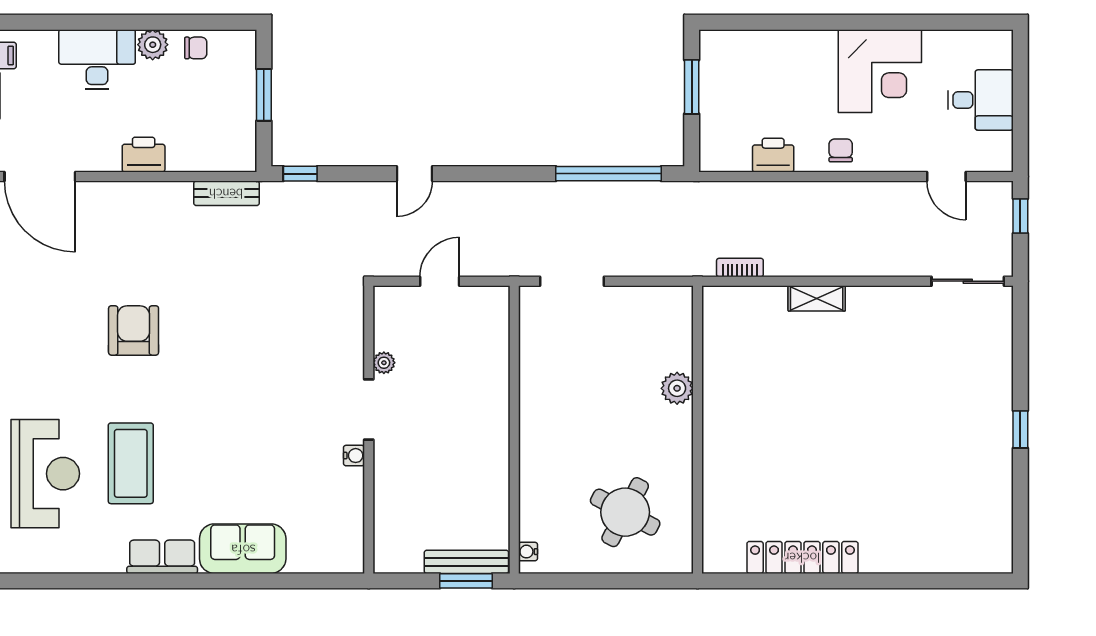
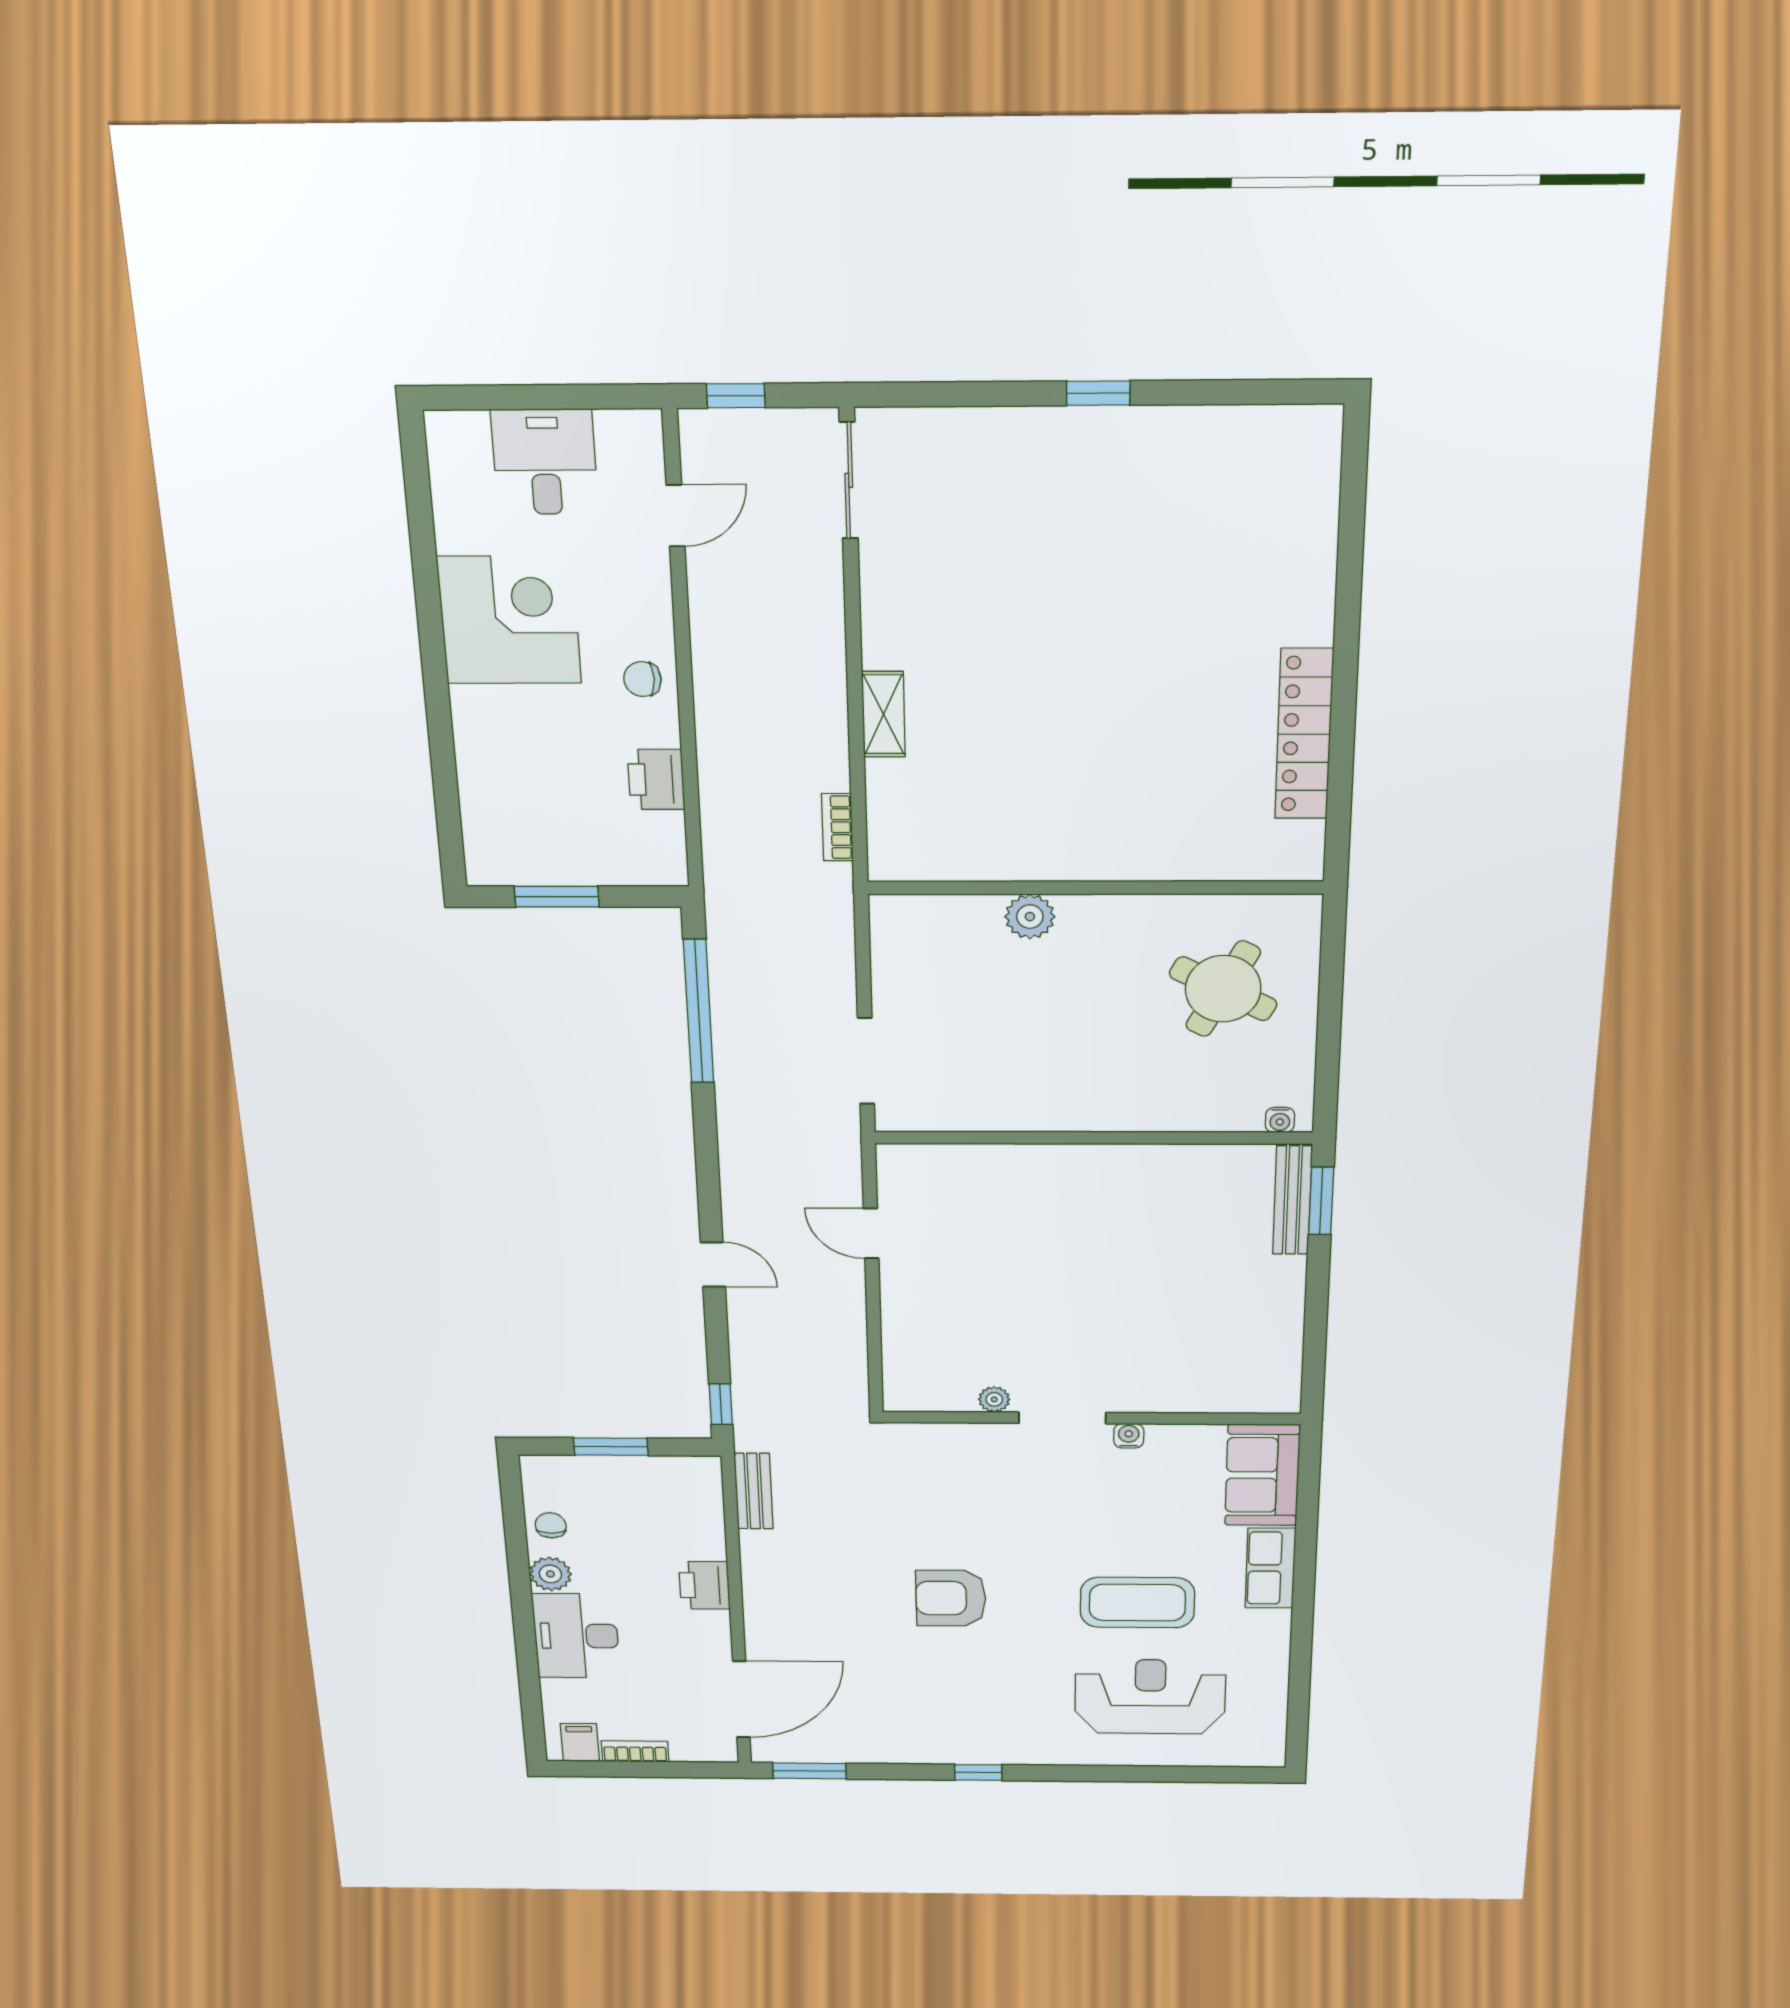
plant: (384, 363) -> (994, 1399), moved
doorway: (369, 410) -> (1062, 1418), moved
wall: (369, 430) -> (1091, 1418), moved
water cooler: (354, 456) -> (1129, 1436), moved

